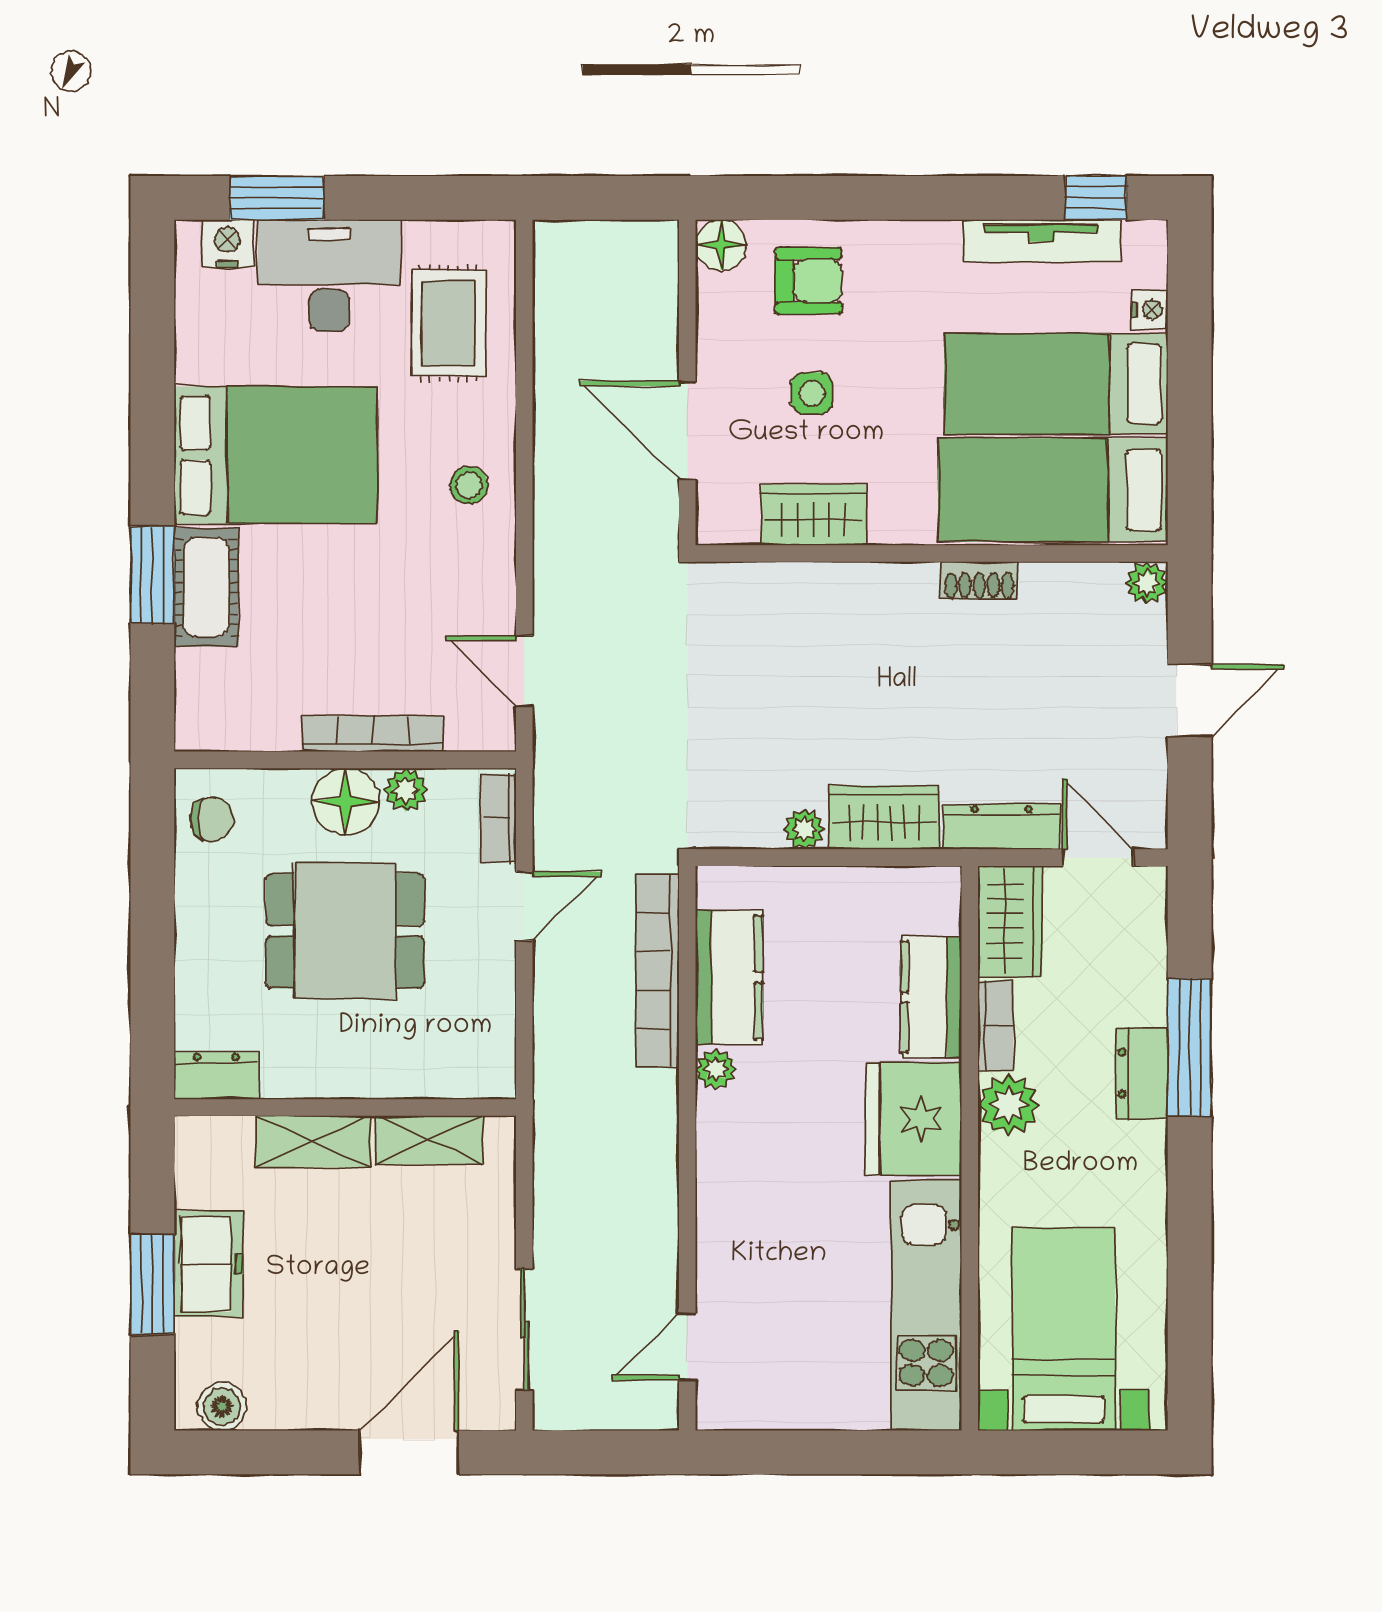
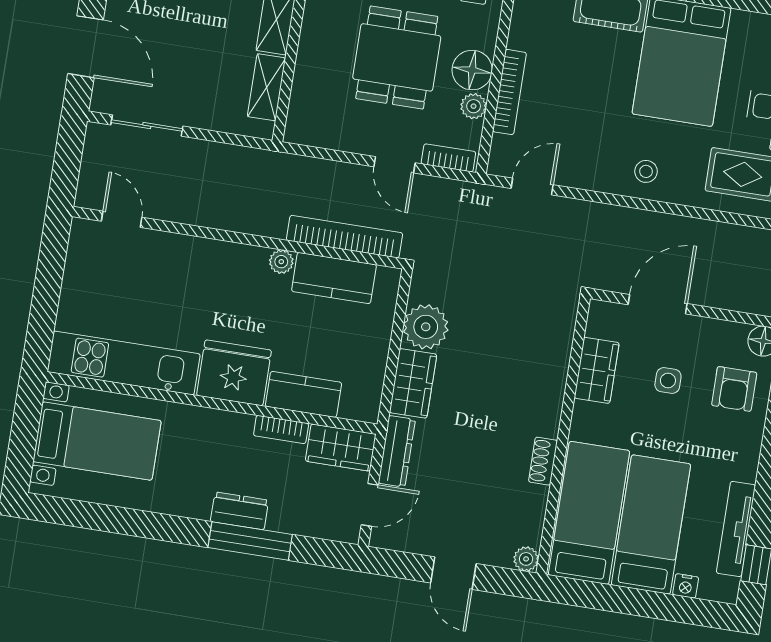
plant: (804, 829) -> (426, 327), width x1.87, depth x1.87
plant: (1009, 1105) -> (233, 430), removed

